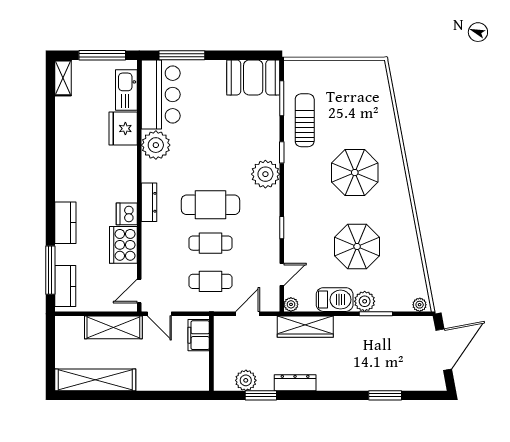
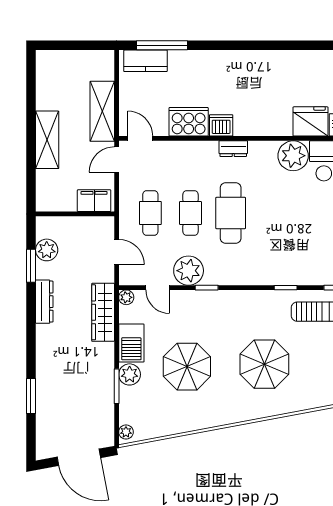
plant: (265, 174) -> (189, 271), moved
dresser: (149, 202) -> (233, 149), width x0.70
kitchen counter: (65, 223) -> (212, 61), removed
shelving: (95, 380) -> (47, 140), moved, width x0.68

